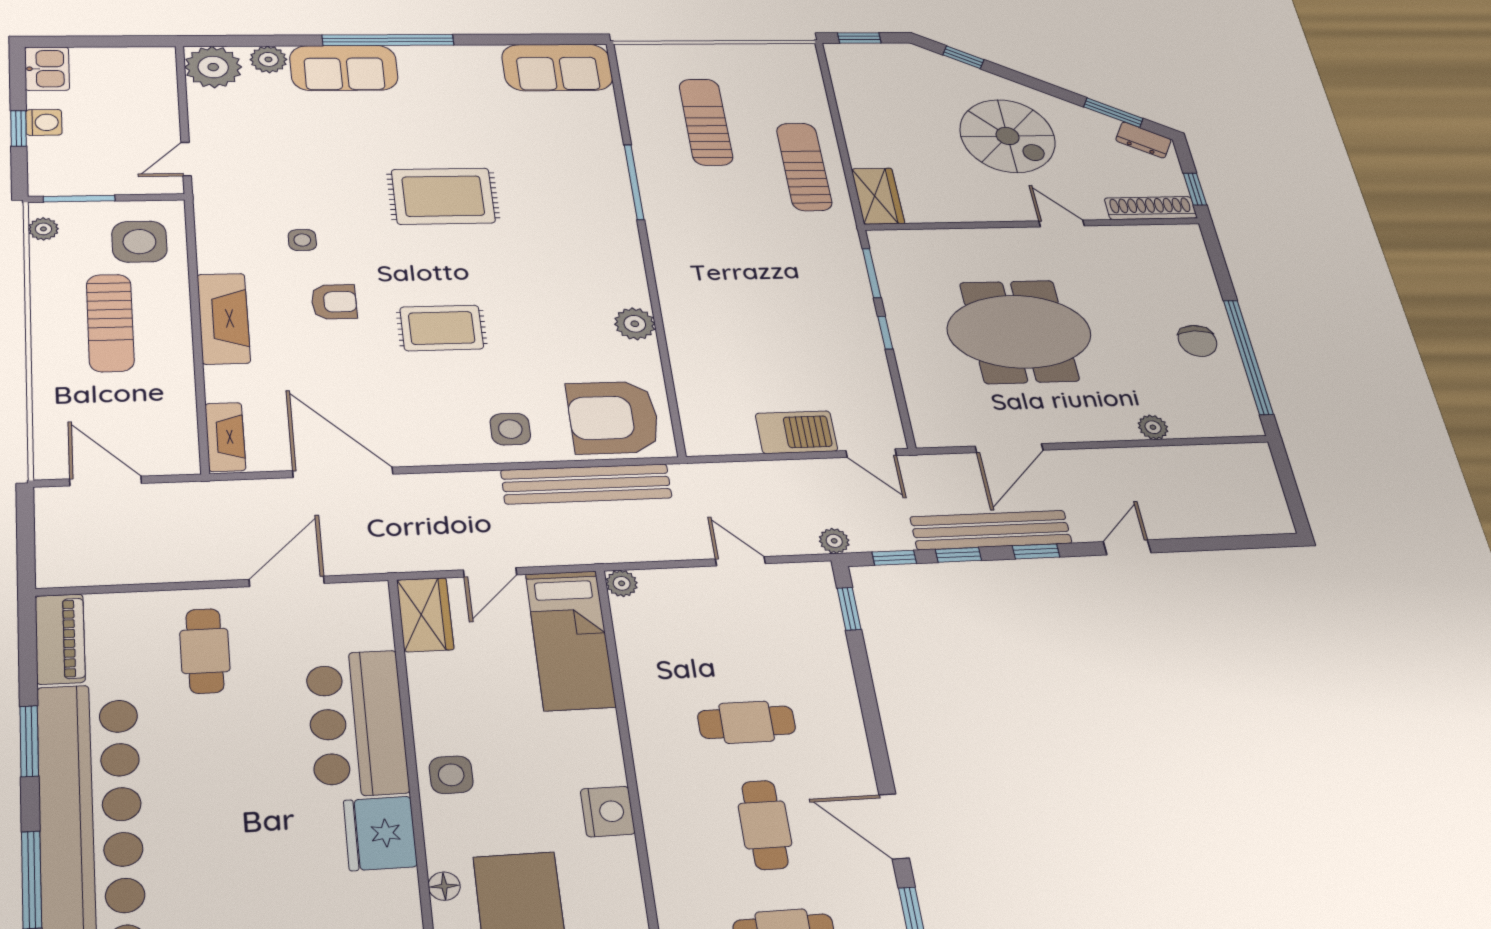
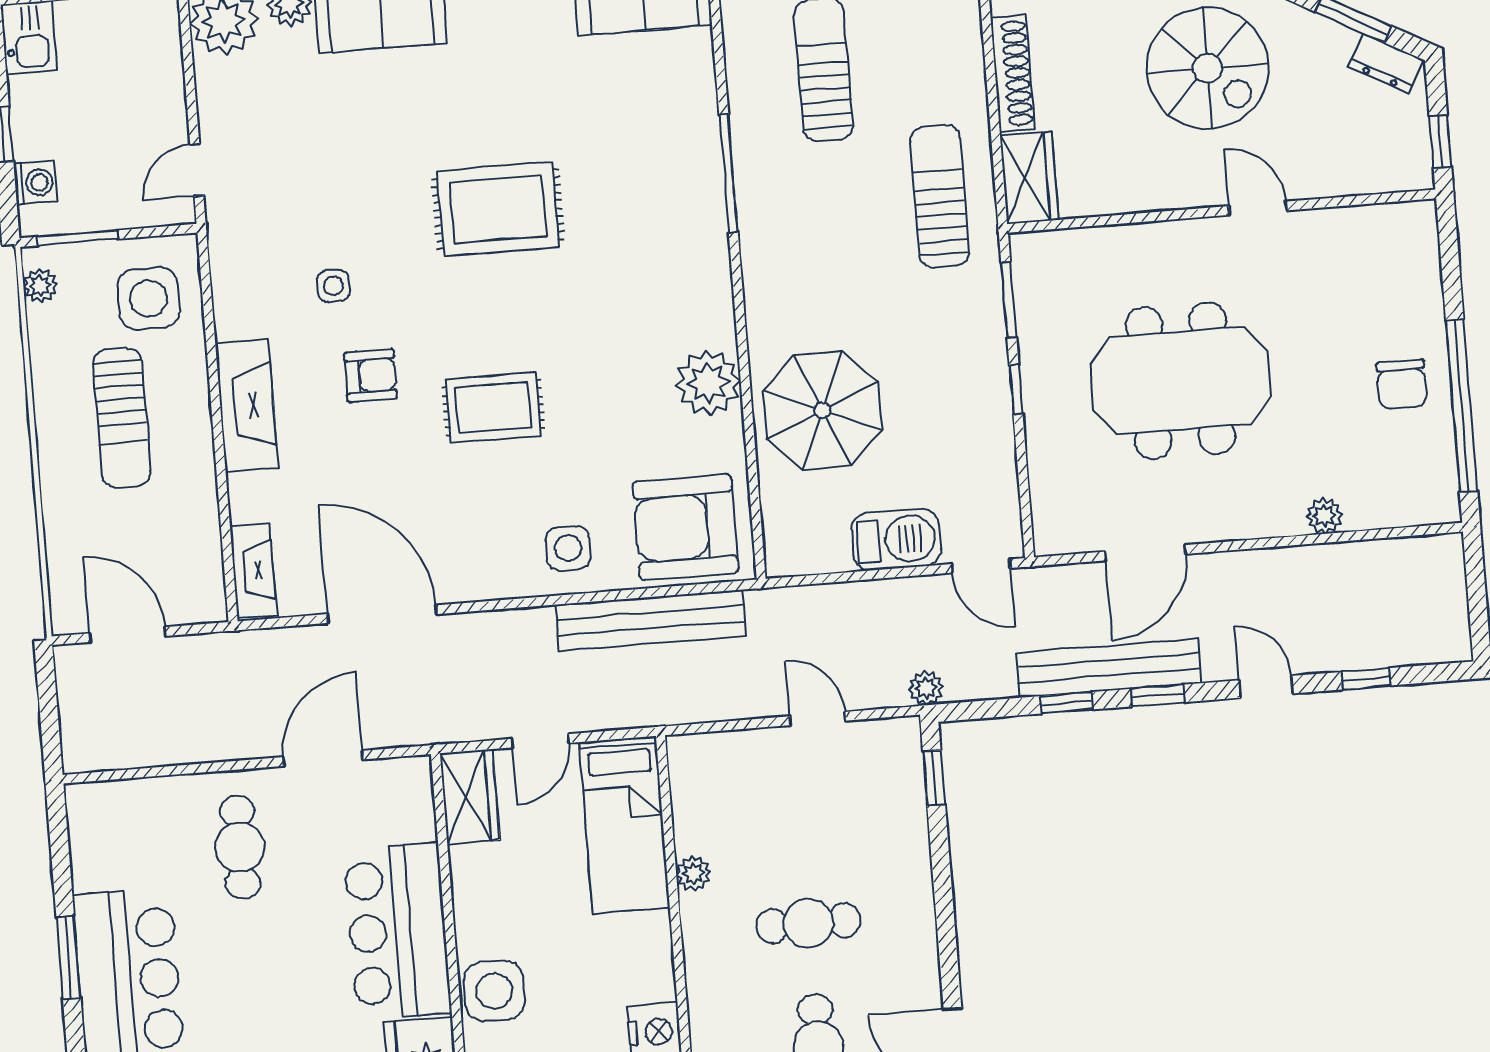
washing machine: (44, 122) -> (35, 183), moved
sun lounger: (804, 167) -> (940, 196), moved
shoe rack: (1151, 208) -> (1013, 73), moved, turned 90
plant: (635, 324) -> (708, 383), width x1.36, depth x1.36
parasol: (725, 340) -> (822, 410), added
door: (1127, 547) -> (1266, 687), hinge flipped
window: (894, 558) -> (1366, 679), moved
plant: (622, 583) -> (693, 874), moved
piano: (60, 639) -> (92, 836), removed
side table: (451, 775) -> (494, 991), width x1.37, depth x1.37

